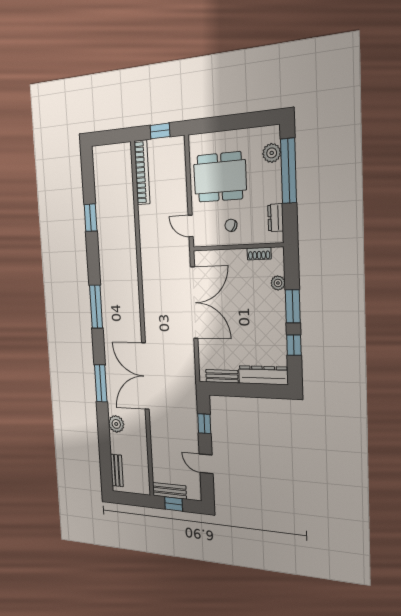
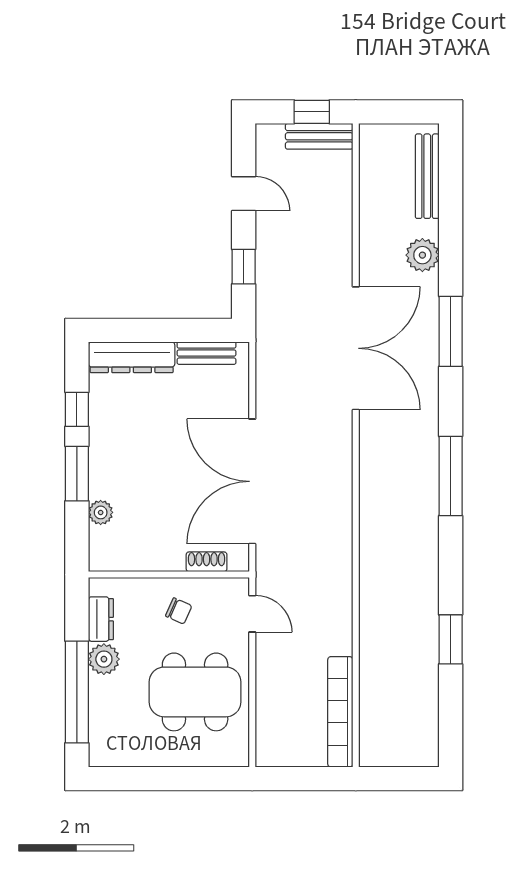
window: (160, 131) -> (301, 779), removed
plant: (272, 153) -> (104, 659), moved
shoe rack: (259, 254) -> (207, 562), moved
bench: (117, 470) -> (427, 176), width x1.36

